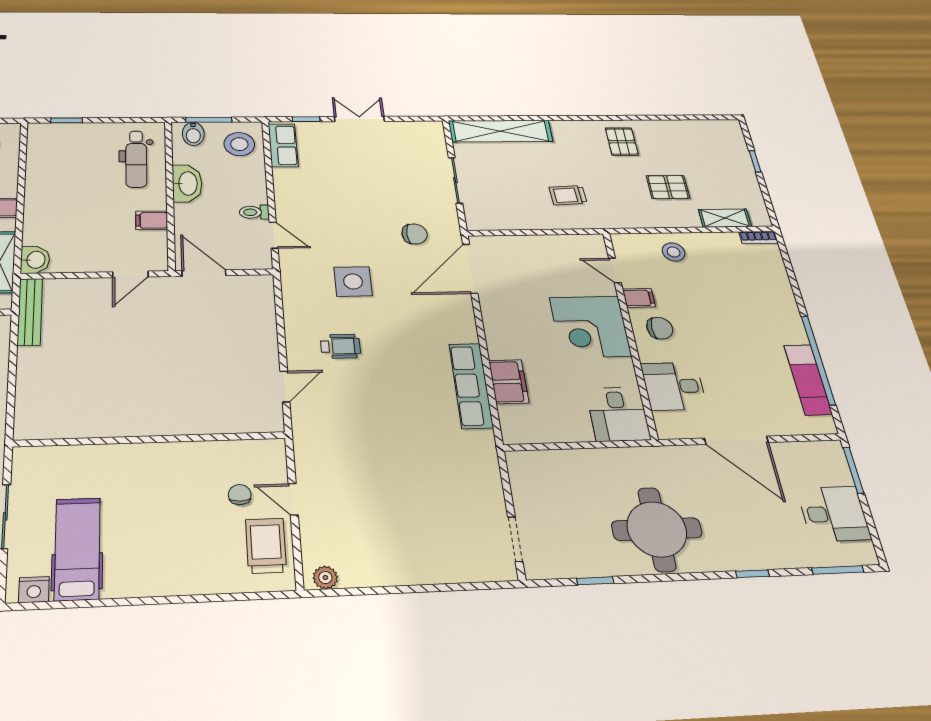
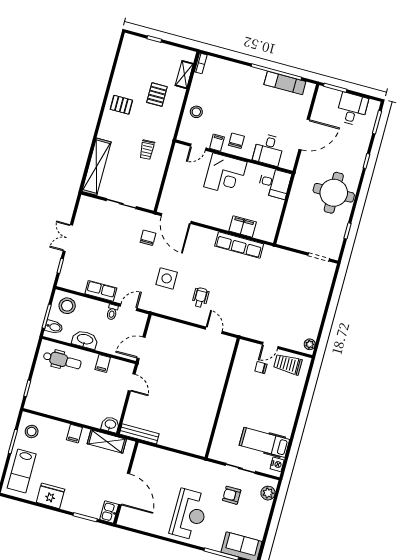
row of seats: (283, 145) -> (101, 291), moved

